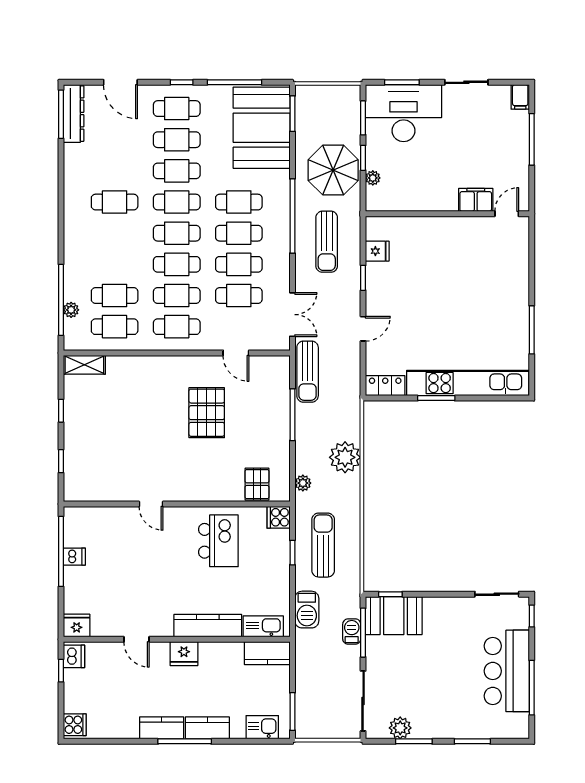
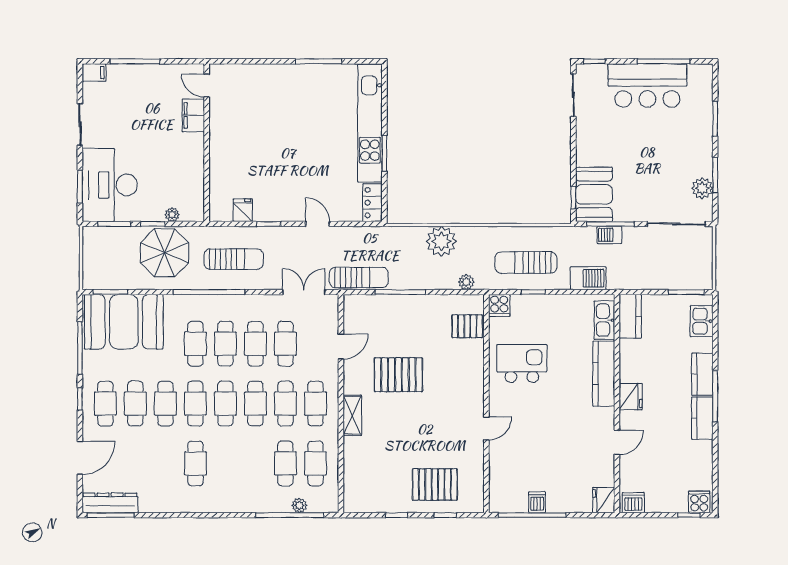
shelving: (84, 365) -> (352, 415), moved
pallet: (93, 451) -> (435, 484), added
window: (61, 671) -> (689, 515), moved

